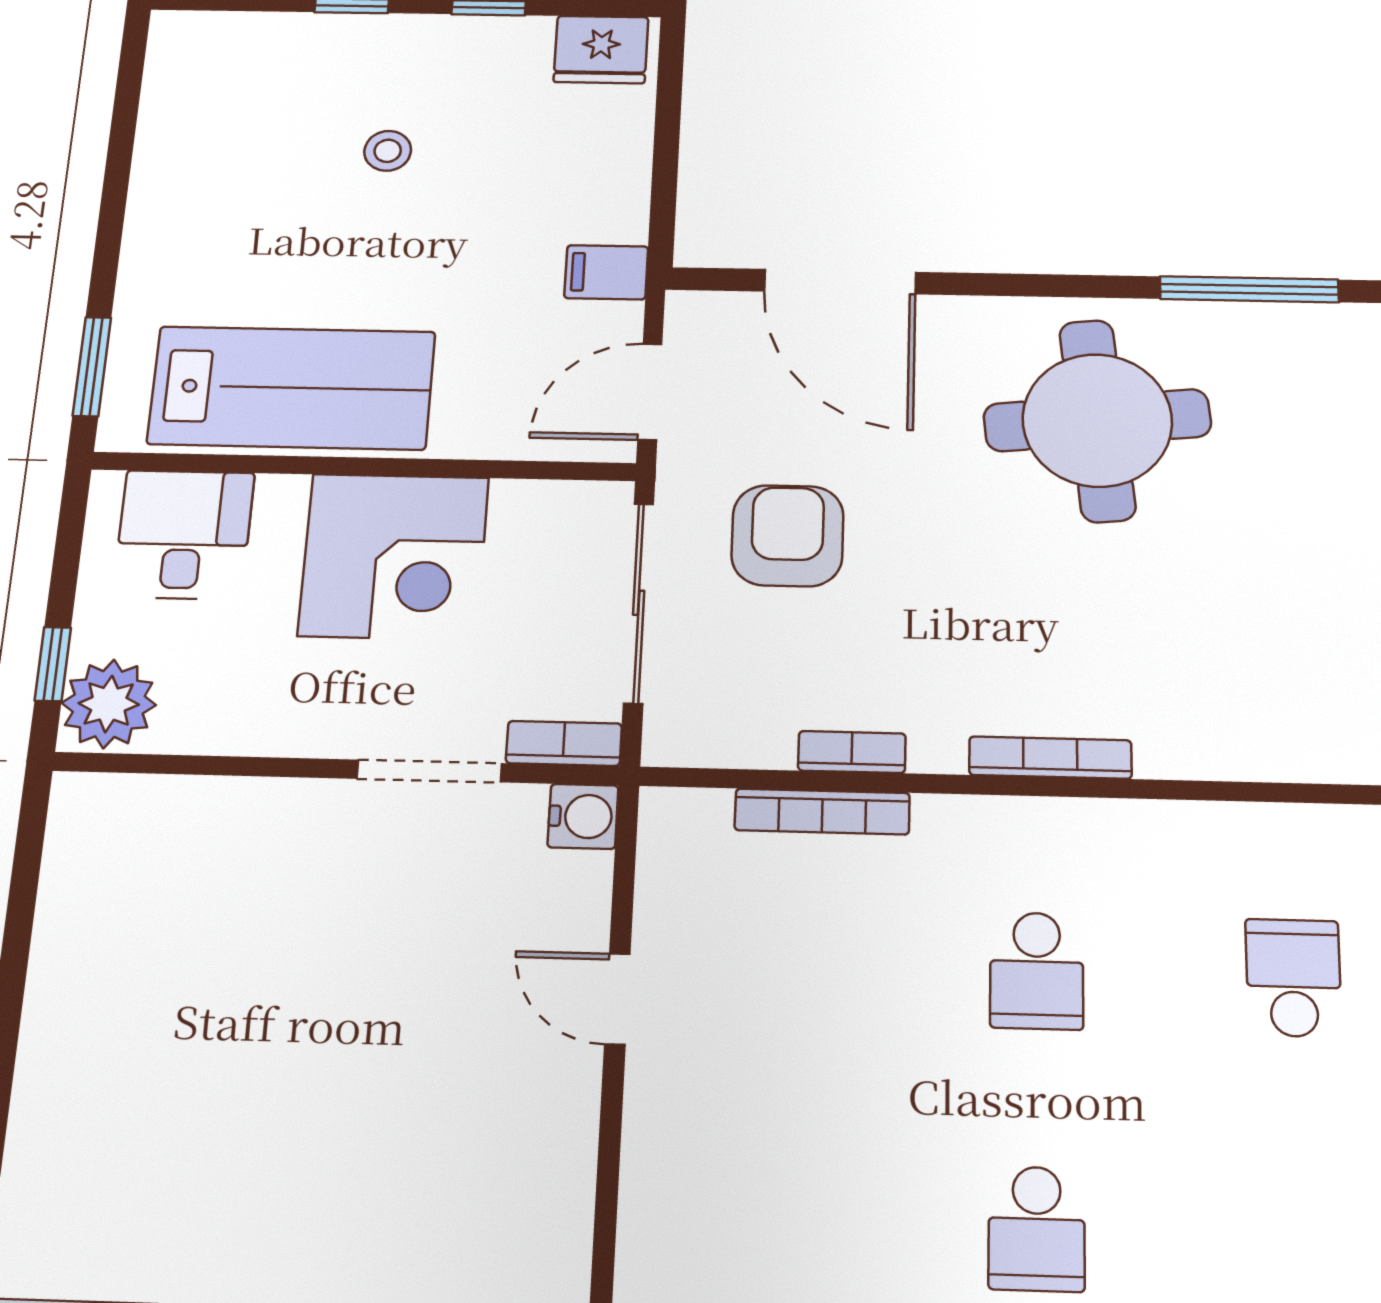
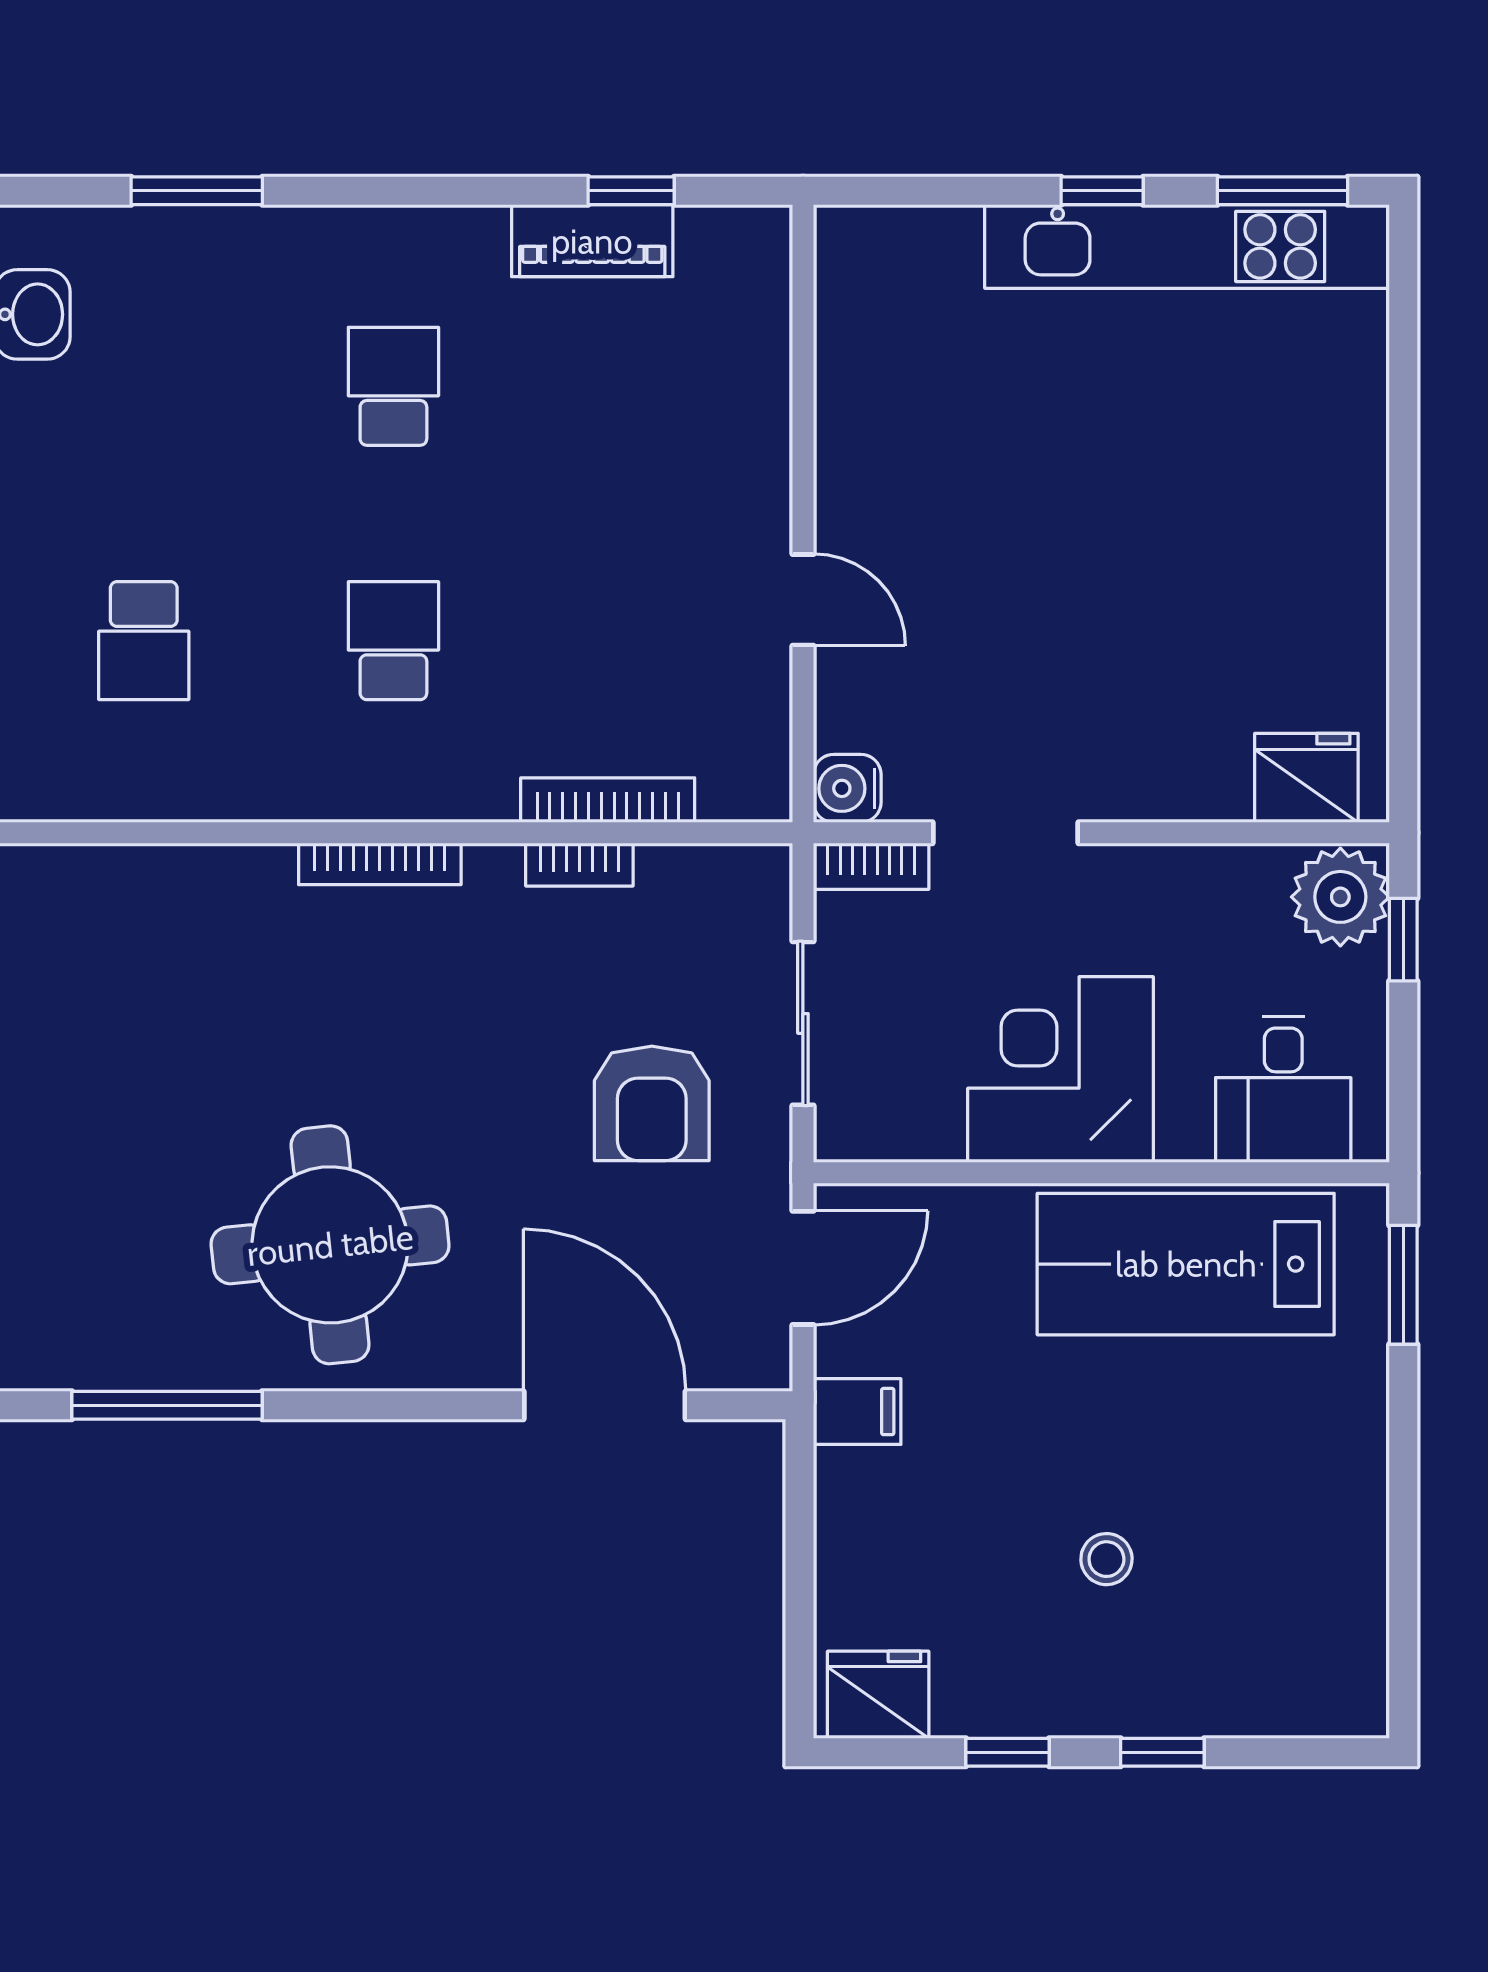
sliding door: (639, 603) -> (803, 1023), width x0.73
fridge: (128, 814) -> (1306, 778), added

